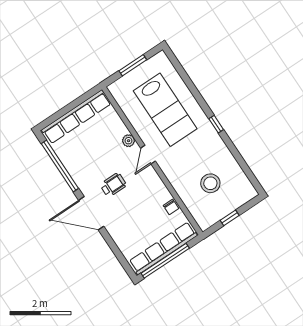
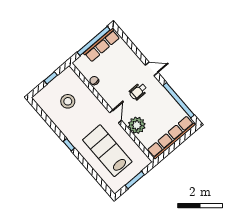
plant: (128, 141) -> (137, 125), width x1.88, depth x1.88
door: (91, 213) -> (152, 69), width x0.53
row of seats: (163, 248) -> (102, 45), width x0.73

